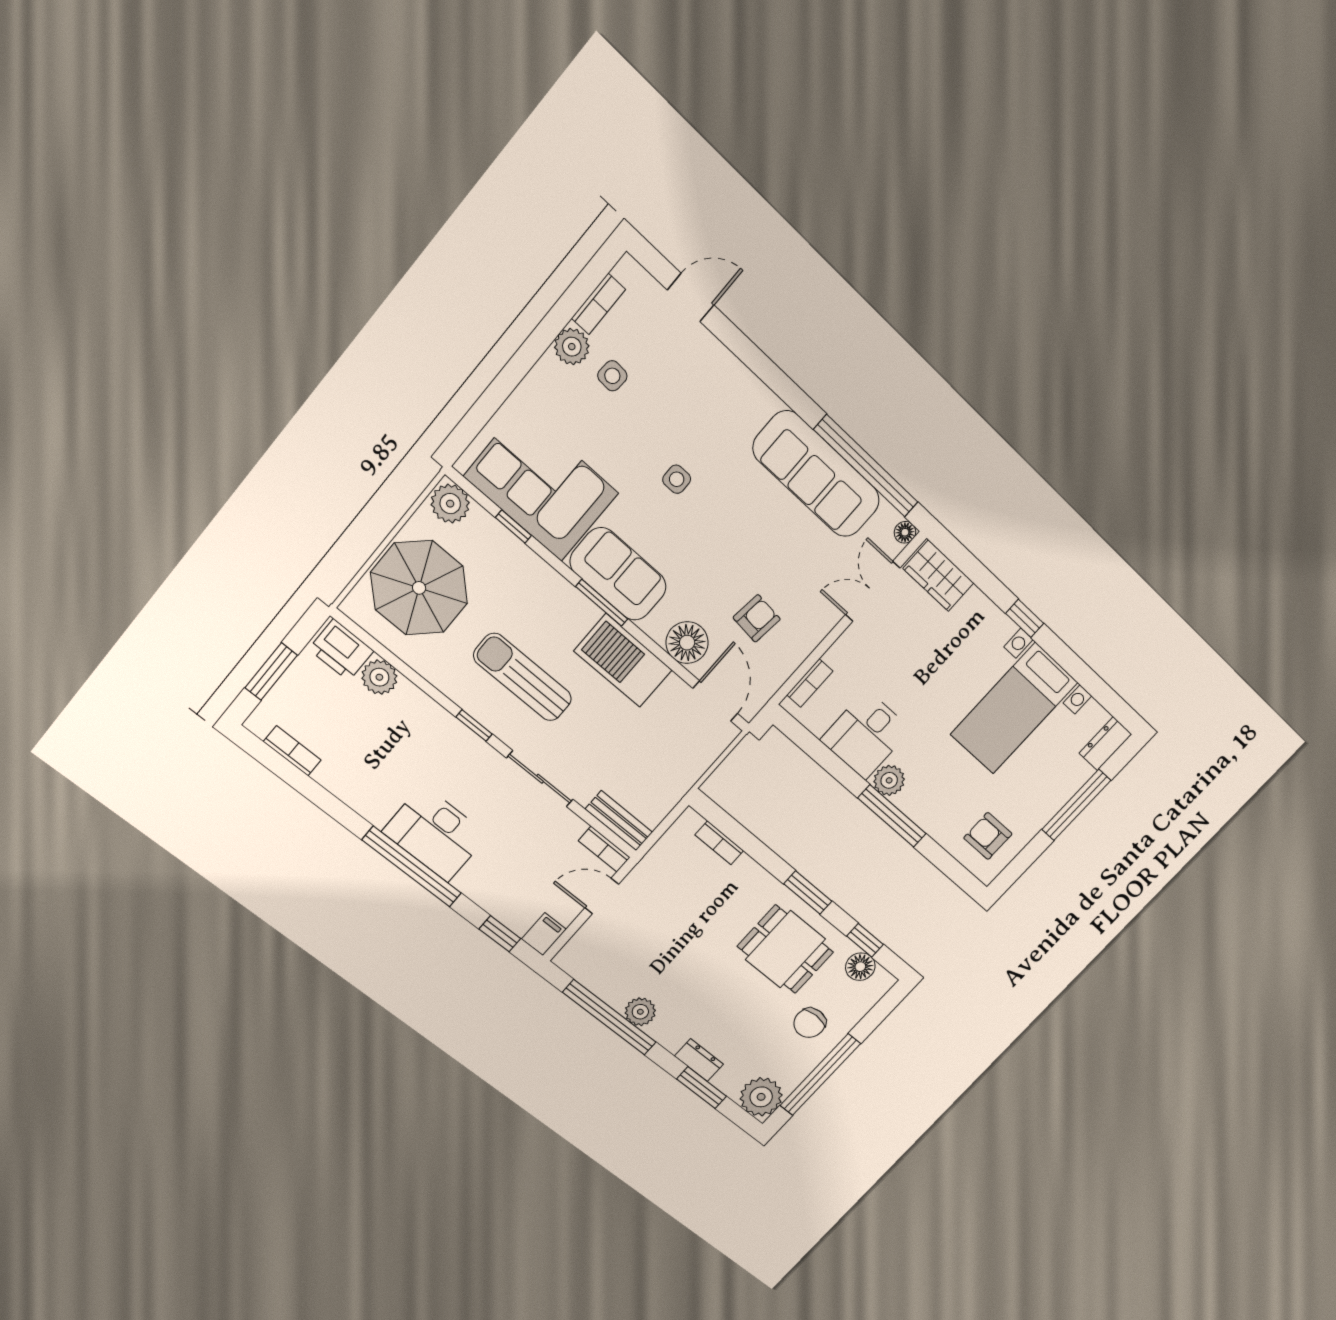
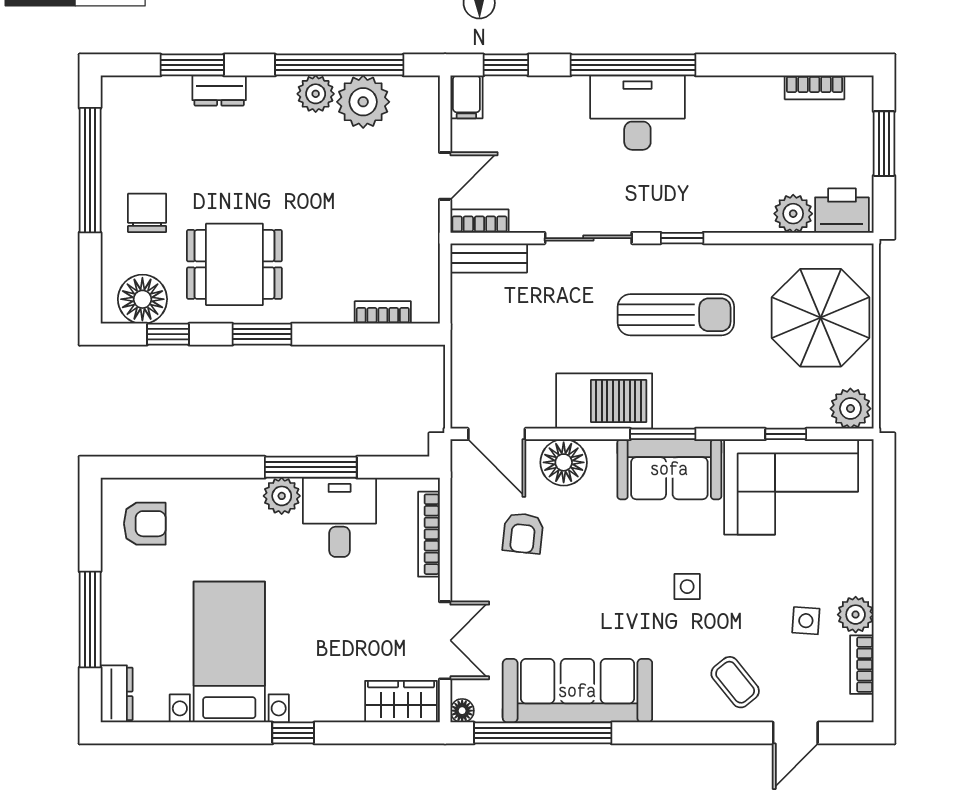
coffee table: (702, 377) -> (735, 682), added
bookcase: (810, 683) -> (429, 534), width x1.56
window: (892, 816) -> (311, 467), moved
floor lamp: (860, 967) -> (142, 299), width x1.38, depth x1.38
plant: (761, 1097) -> (363, 102), moved

